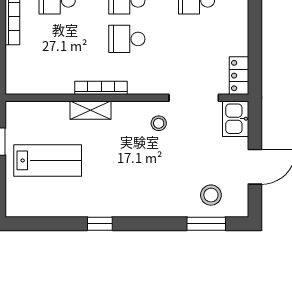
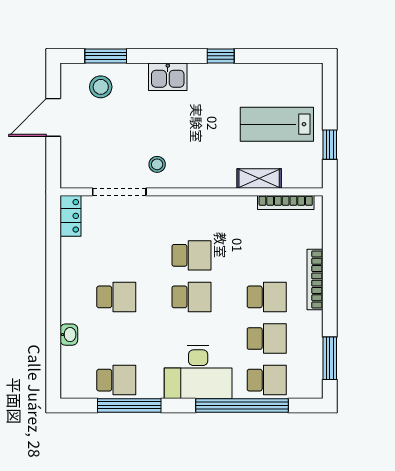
bookcase: (101, 88) -> (286, 203), moved
shelving: (90, 110) -> (259, 179), moved
kitchen sink: (236, 119) -> (168, 77), moved, turned 90

